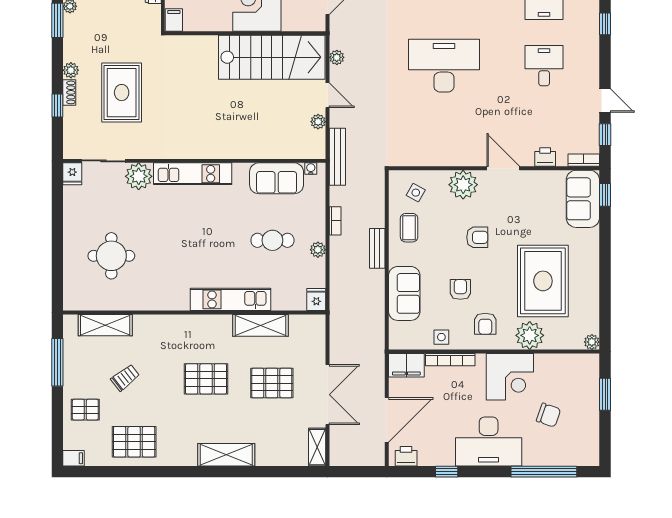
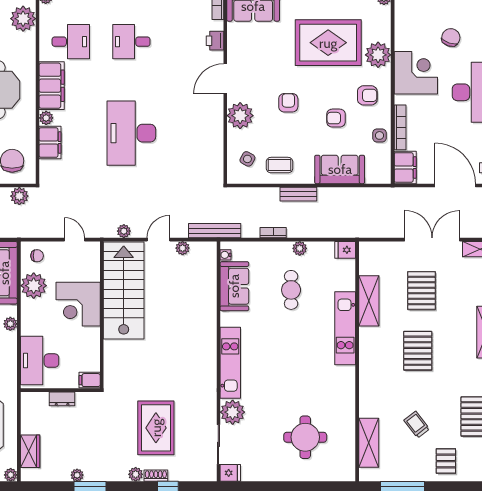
rug: (122, 93) -> (156, 428), turned 90

